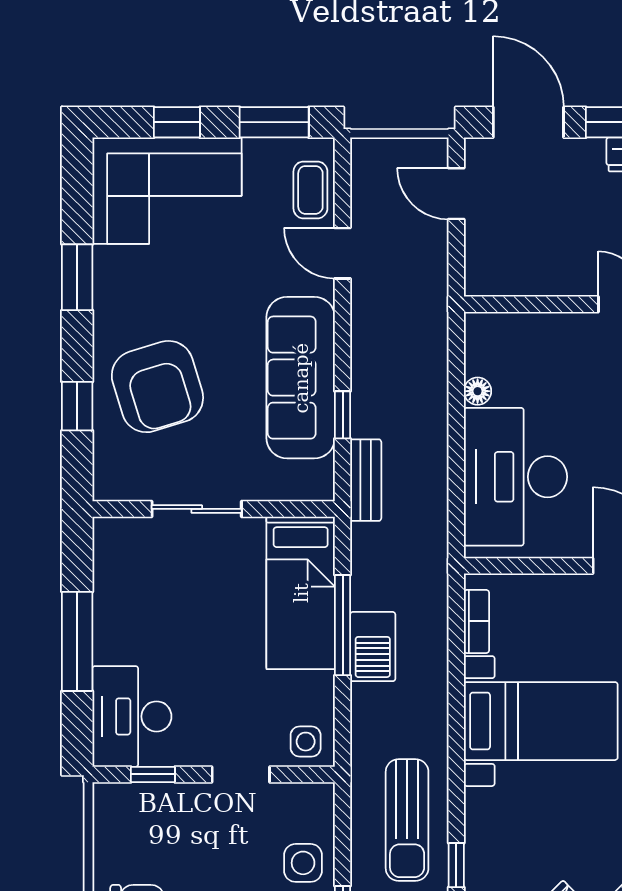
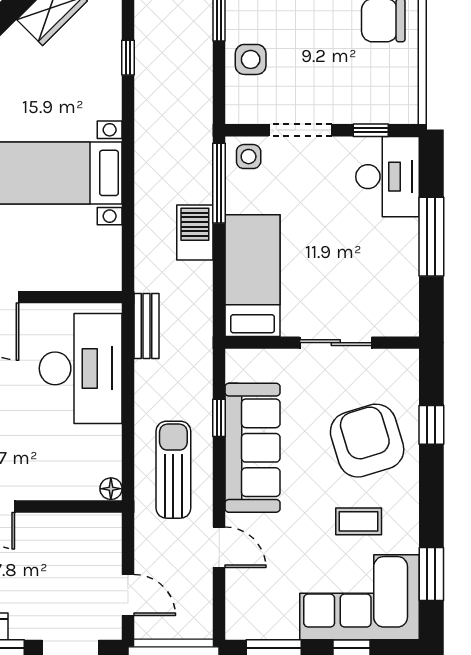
coffee table: (310, 190) -> (359, 521), moved, turned 90
window: (77, 277) -> (431, 574), moved
floor lamp: (478, 391) -> (111, 489), moved
bench: (366, 480) -> (147, 326), moved
bookcase: (476, 621) -> (112, 253), removed
window: (343, 625) -> (219, 183), moved
doorway: (241, 774) -> (300, 130), width x1.38
sun lounger: (407, 820) -> (173, 470), moved

